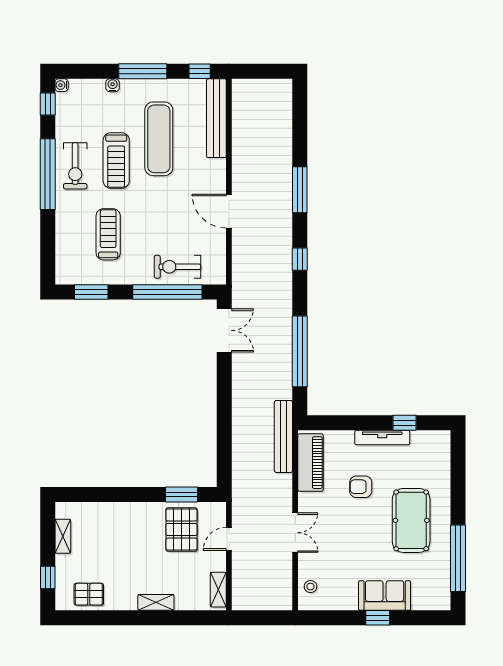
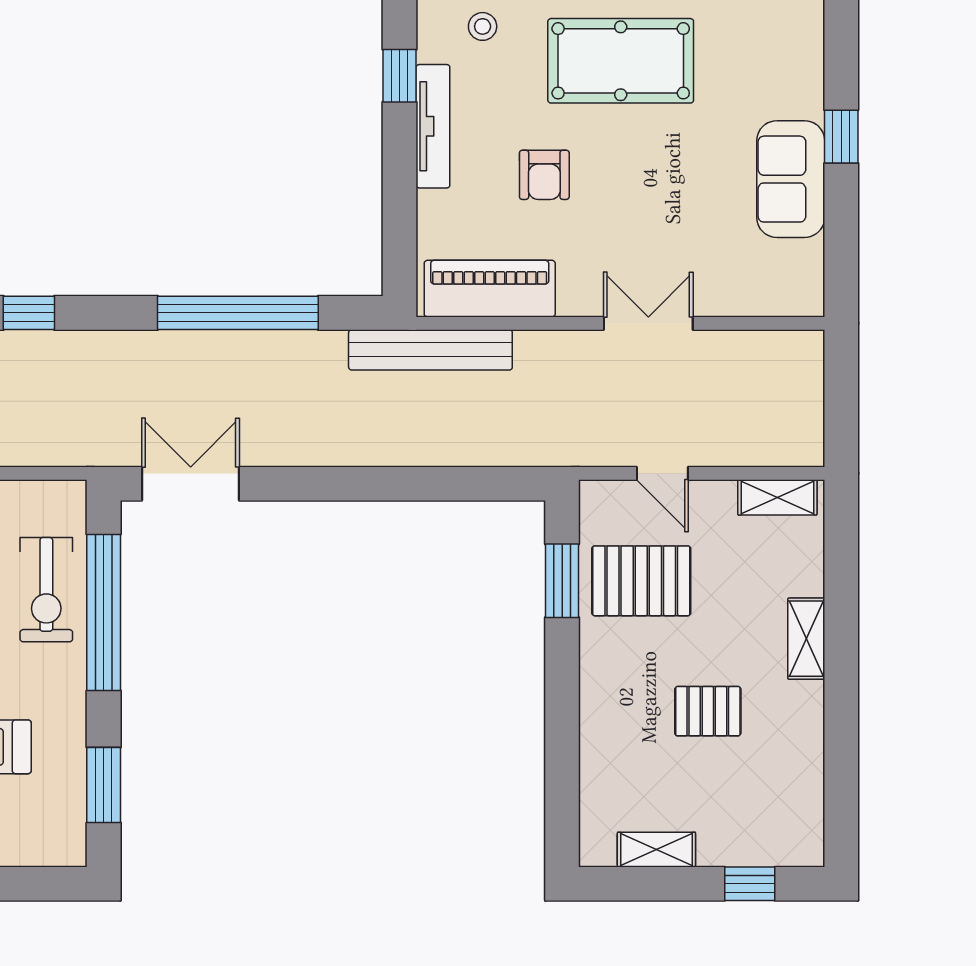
stool: (311, 587) -> (483, 26), moved
pallet: (89, 594) -> (708, 711), moved, turned 90
sofa: (385, 596) -> (791, 179), moved

